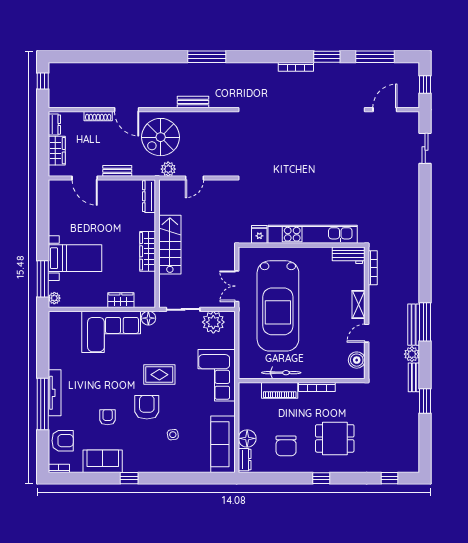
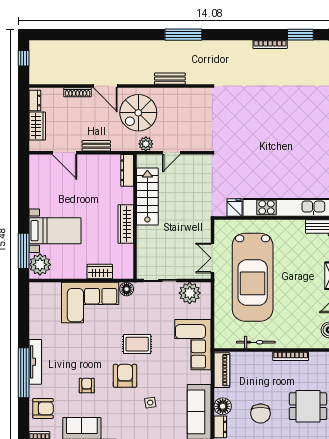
stairs: (170, 245) -> (147, 197), moved
plant: (54, 298) -> (40, 265), width x1.88, depth x1.88
piano: (280, 390) -> (222, 370), moved, turned -90

